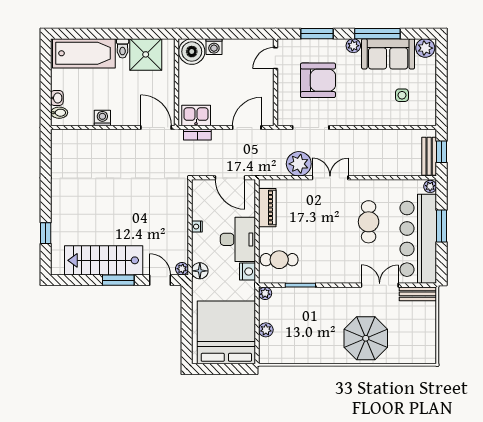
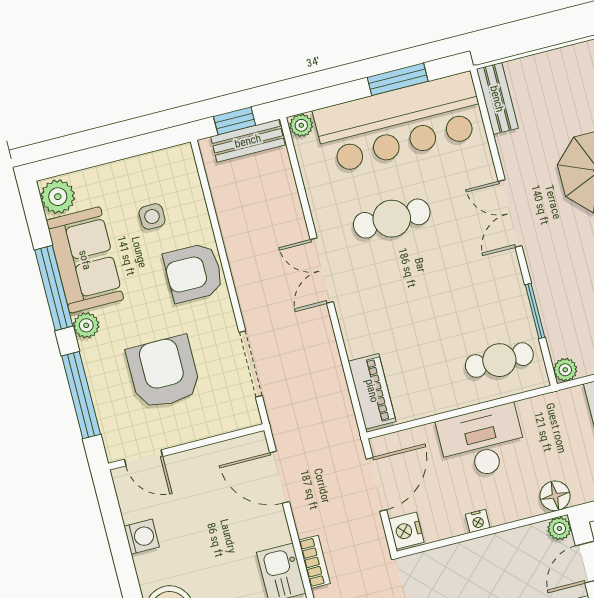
window: (317, 34) -> (81, 395), width x1.44
washing machine: (214, 47) -> (142, 537), moved
armchair: (367, 110) -> (193, 273), added
plant: (299, 164) -> (320, 369), removed
double door: (330, 178) -> (322, 271), moved
piano: (267, 208) -> (372, 391), moved, turned 90
window: (441, 226) -> (398, 79), moved
cafe table: (279, 260) -> (499, 360), turned 90
nightstand: (247, 272) -> (406, 531), moved, turned -90
double door: (380, 285) -> (510, 213), moved

